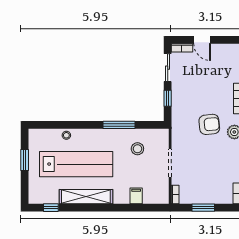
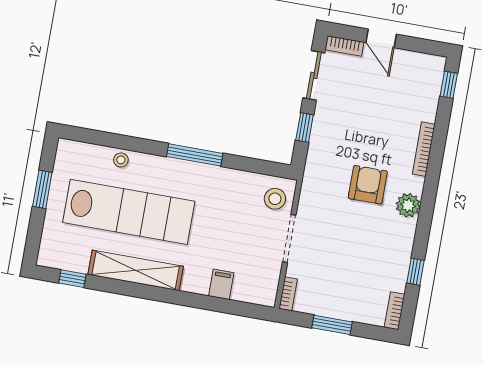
armchair: (209, 124) -> (368, 185), turned -84
window: (119, 125) -> (195, 155), moved
stool: (137, 149) -> (275, 199), moved

